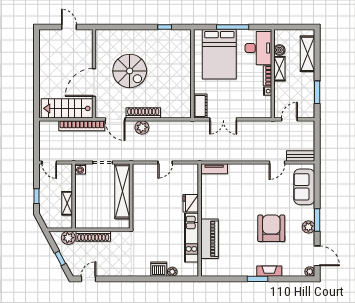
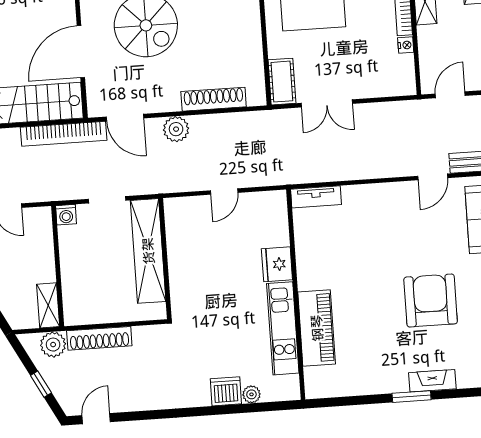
shoe rack: (143, 113) -> (214, 99), moved
shelving: (67, 203) -> (48, 305), moved

